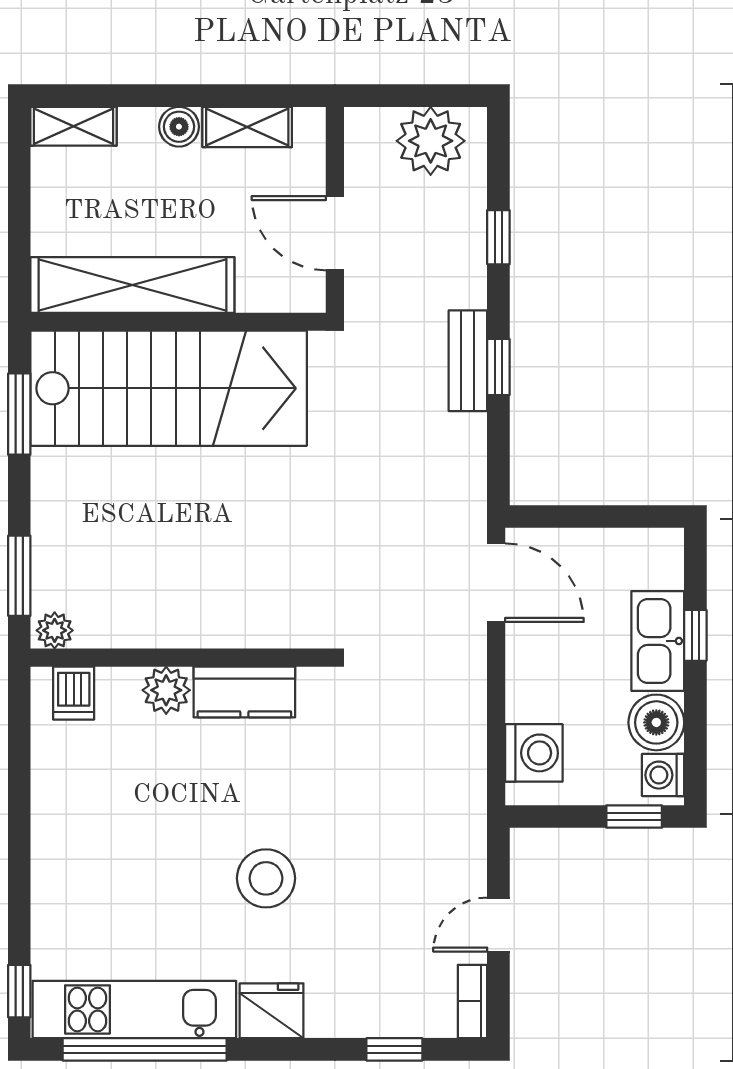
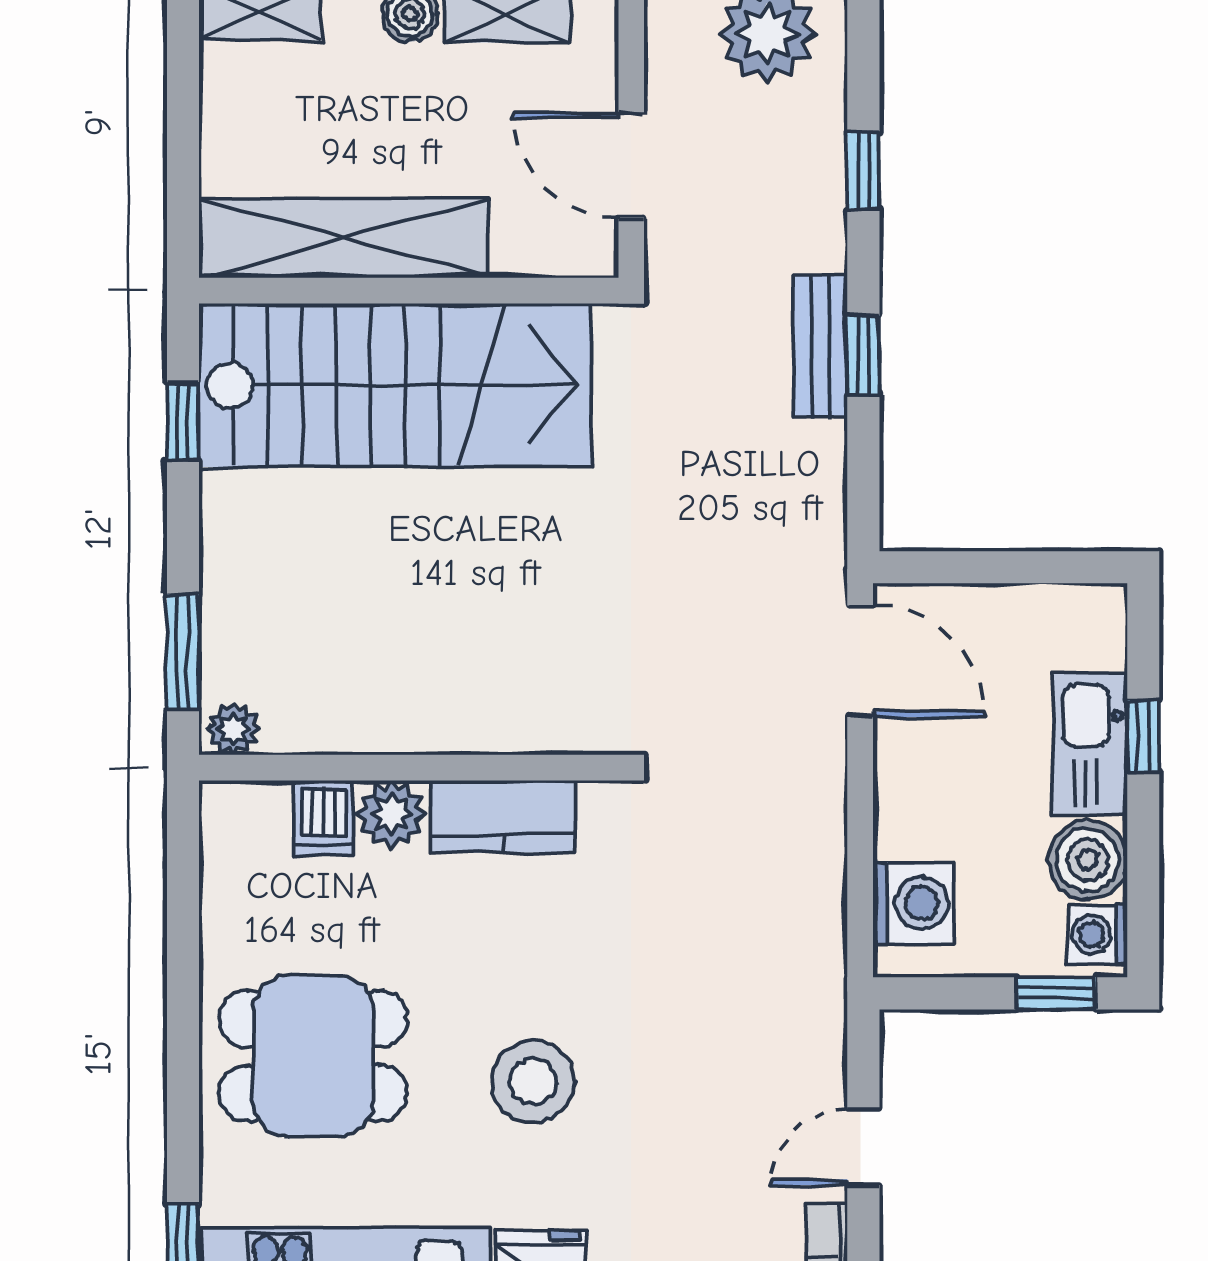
window: (19, 414) -> (183, 422), width x0.67
dishwasher: (74, 693) -> (324, 818), moved
dining table: (111, 861) -> (313, 1056), added

